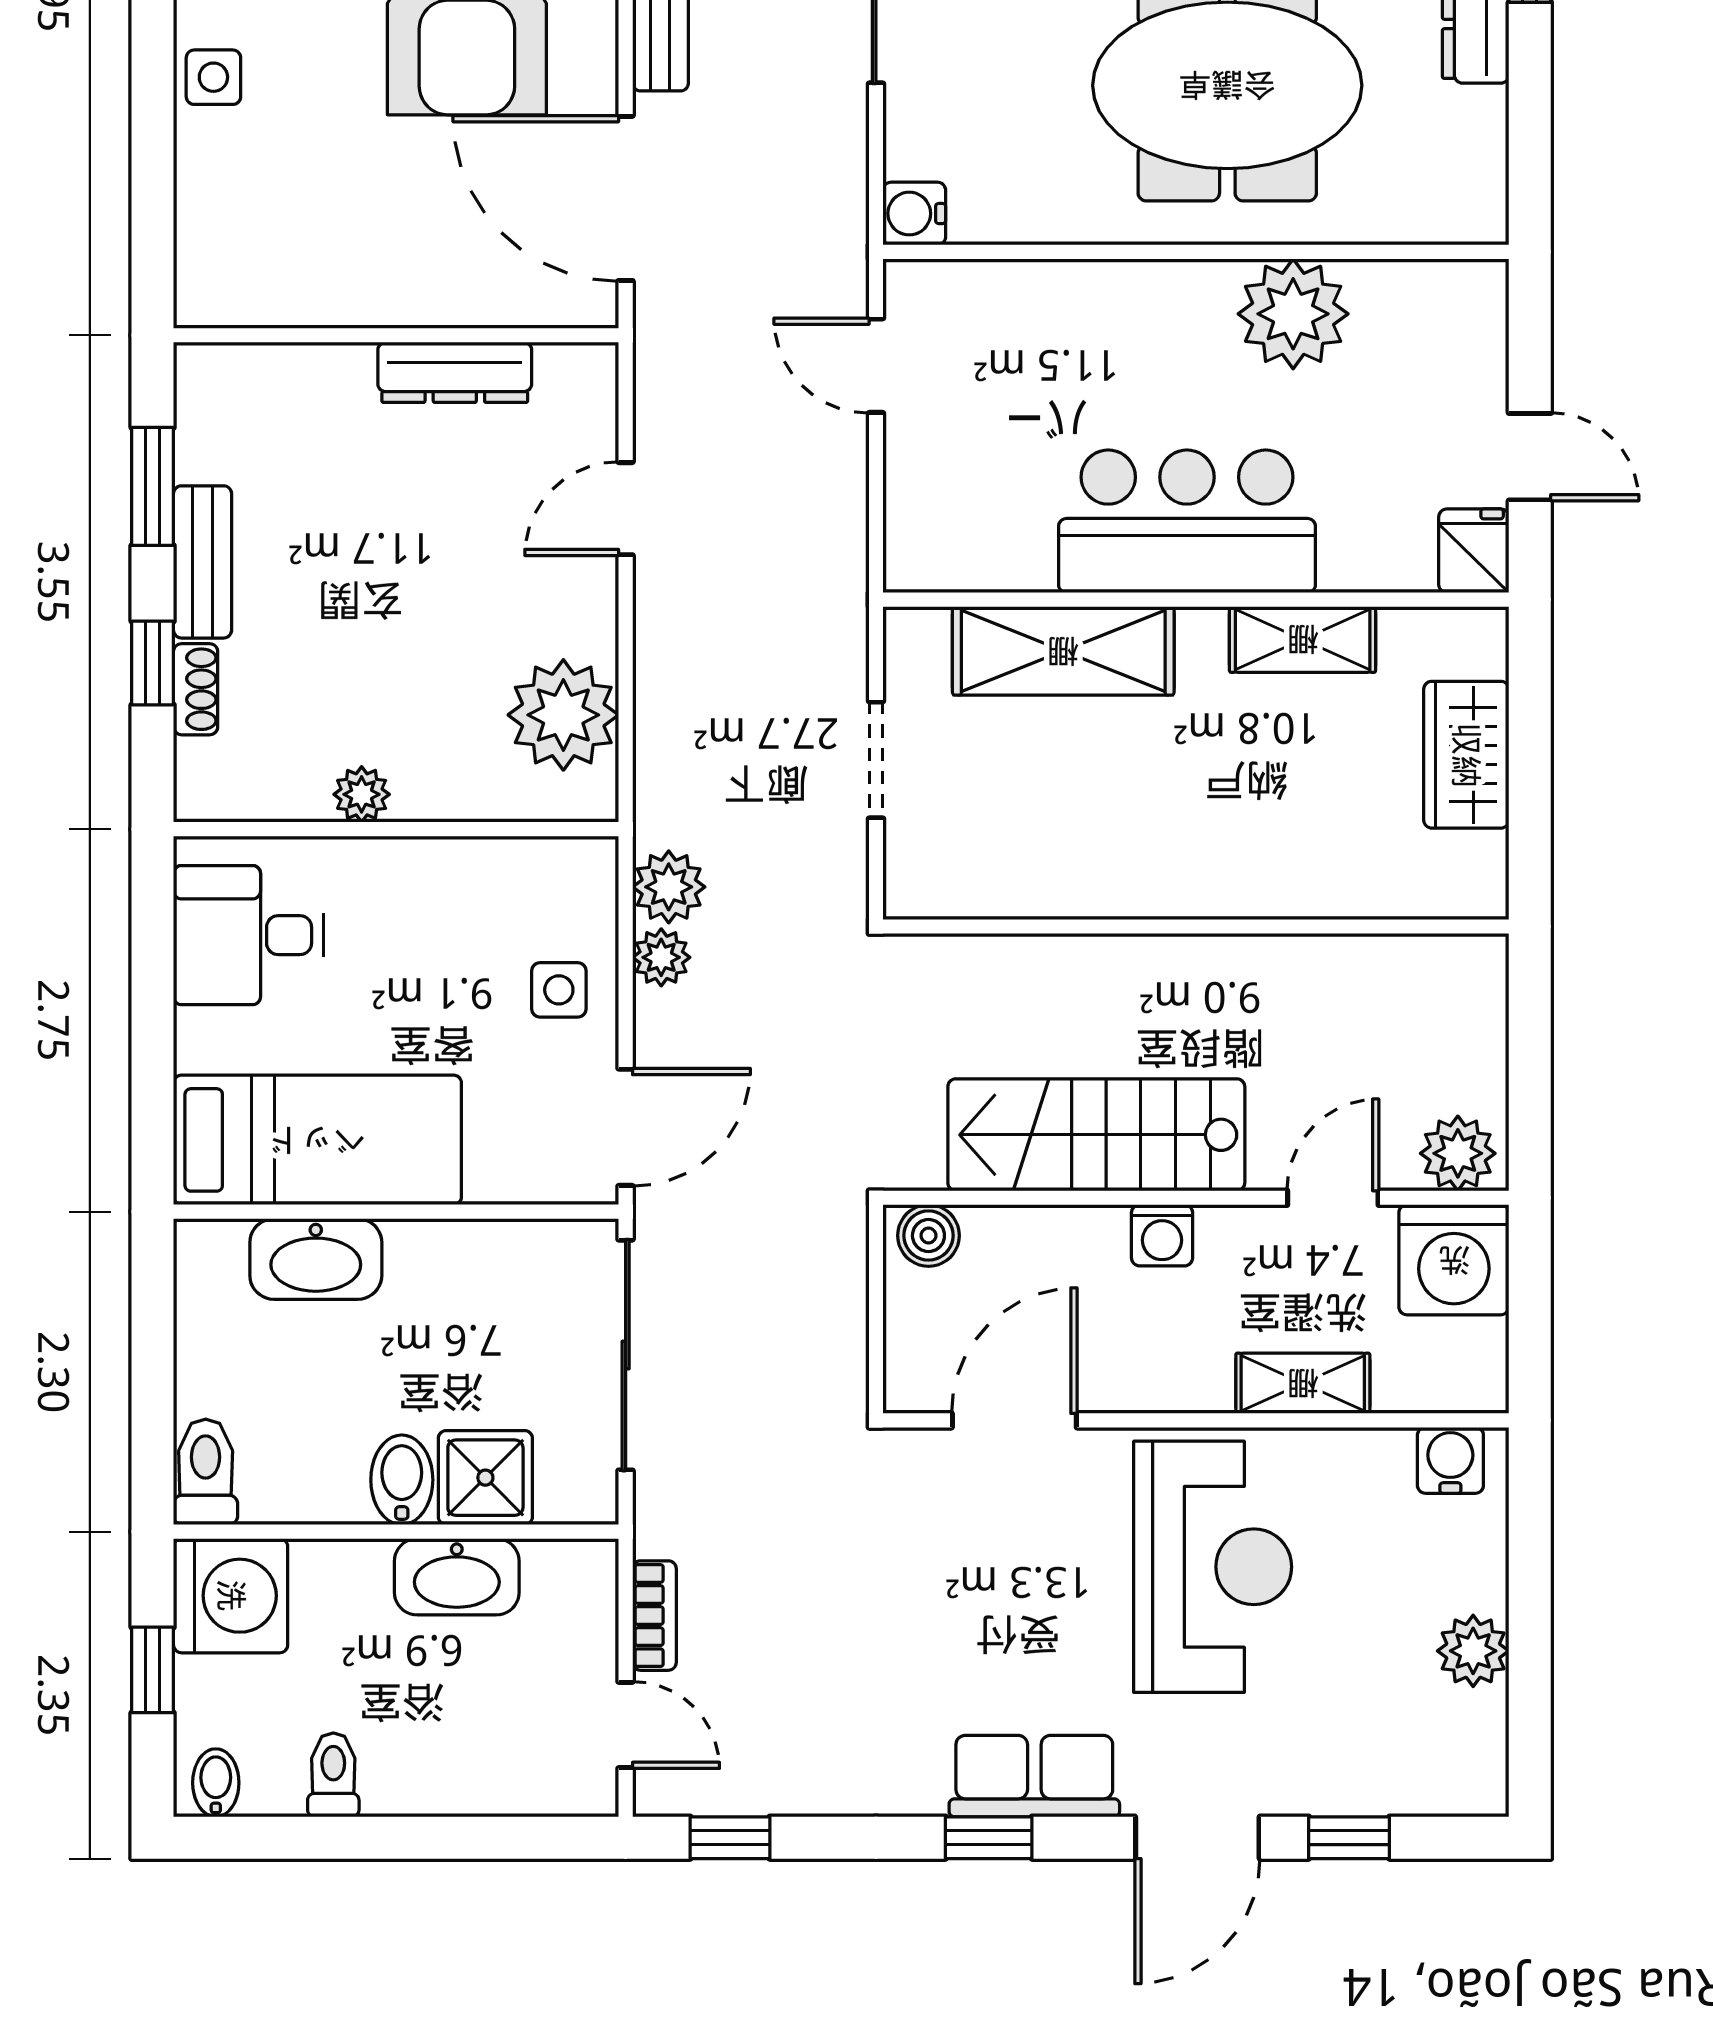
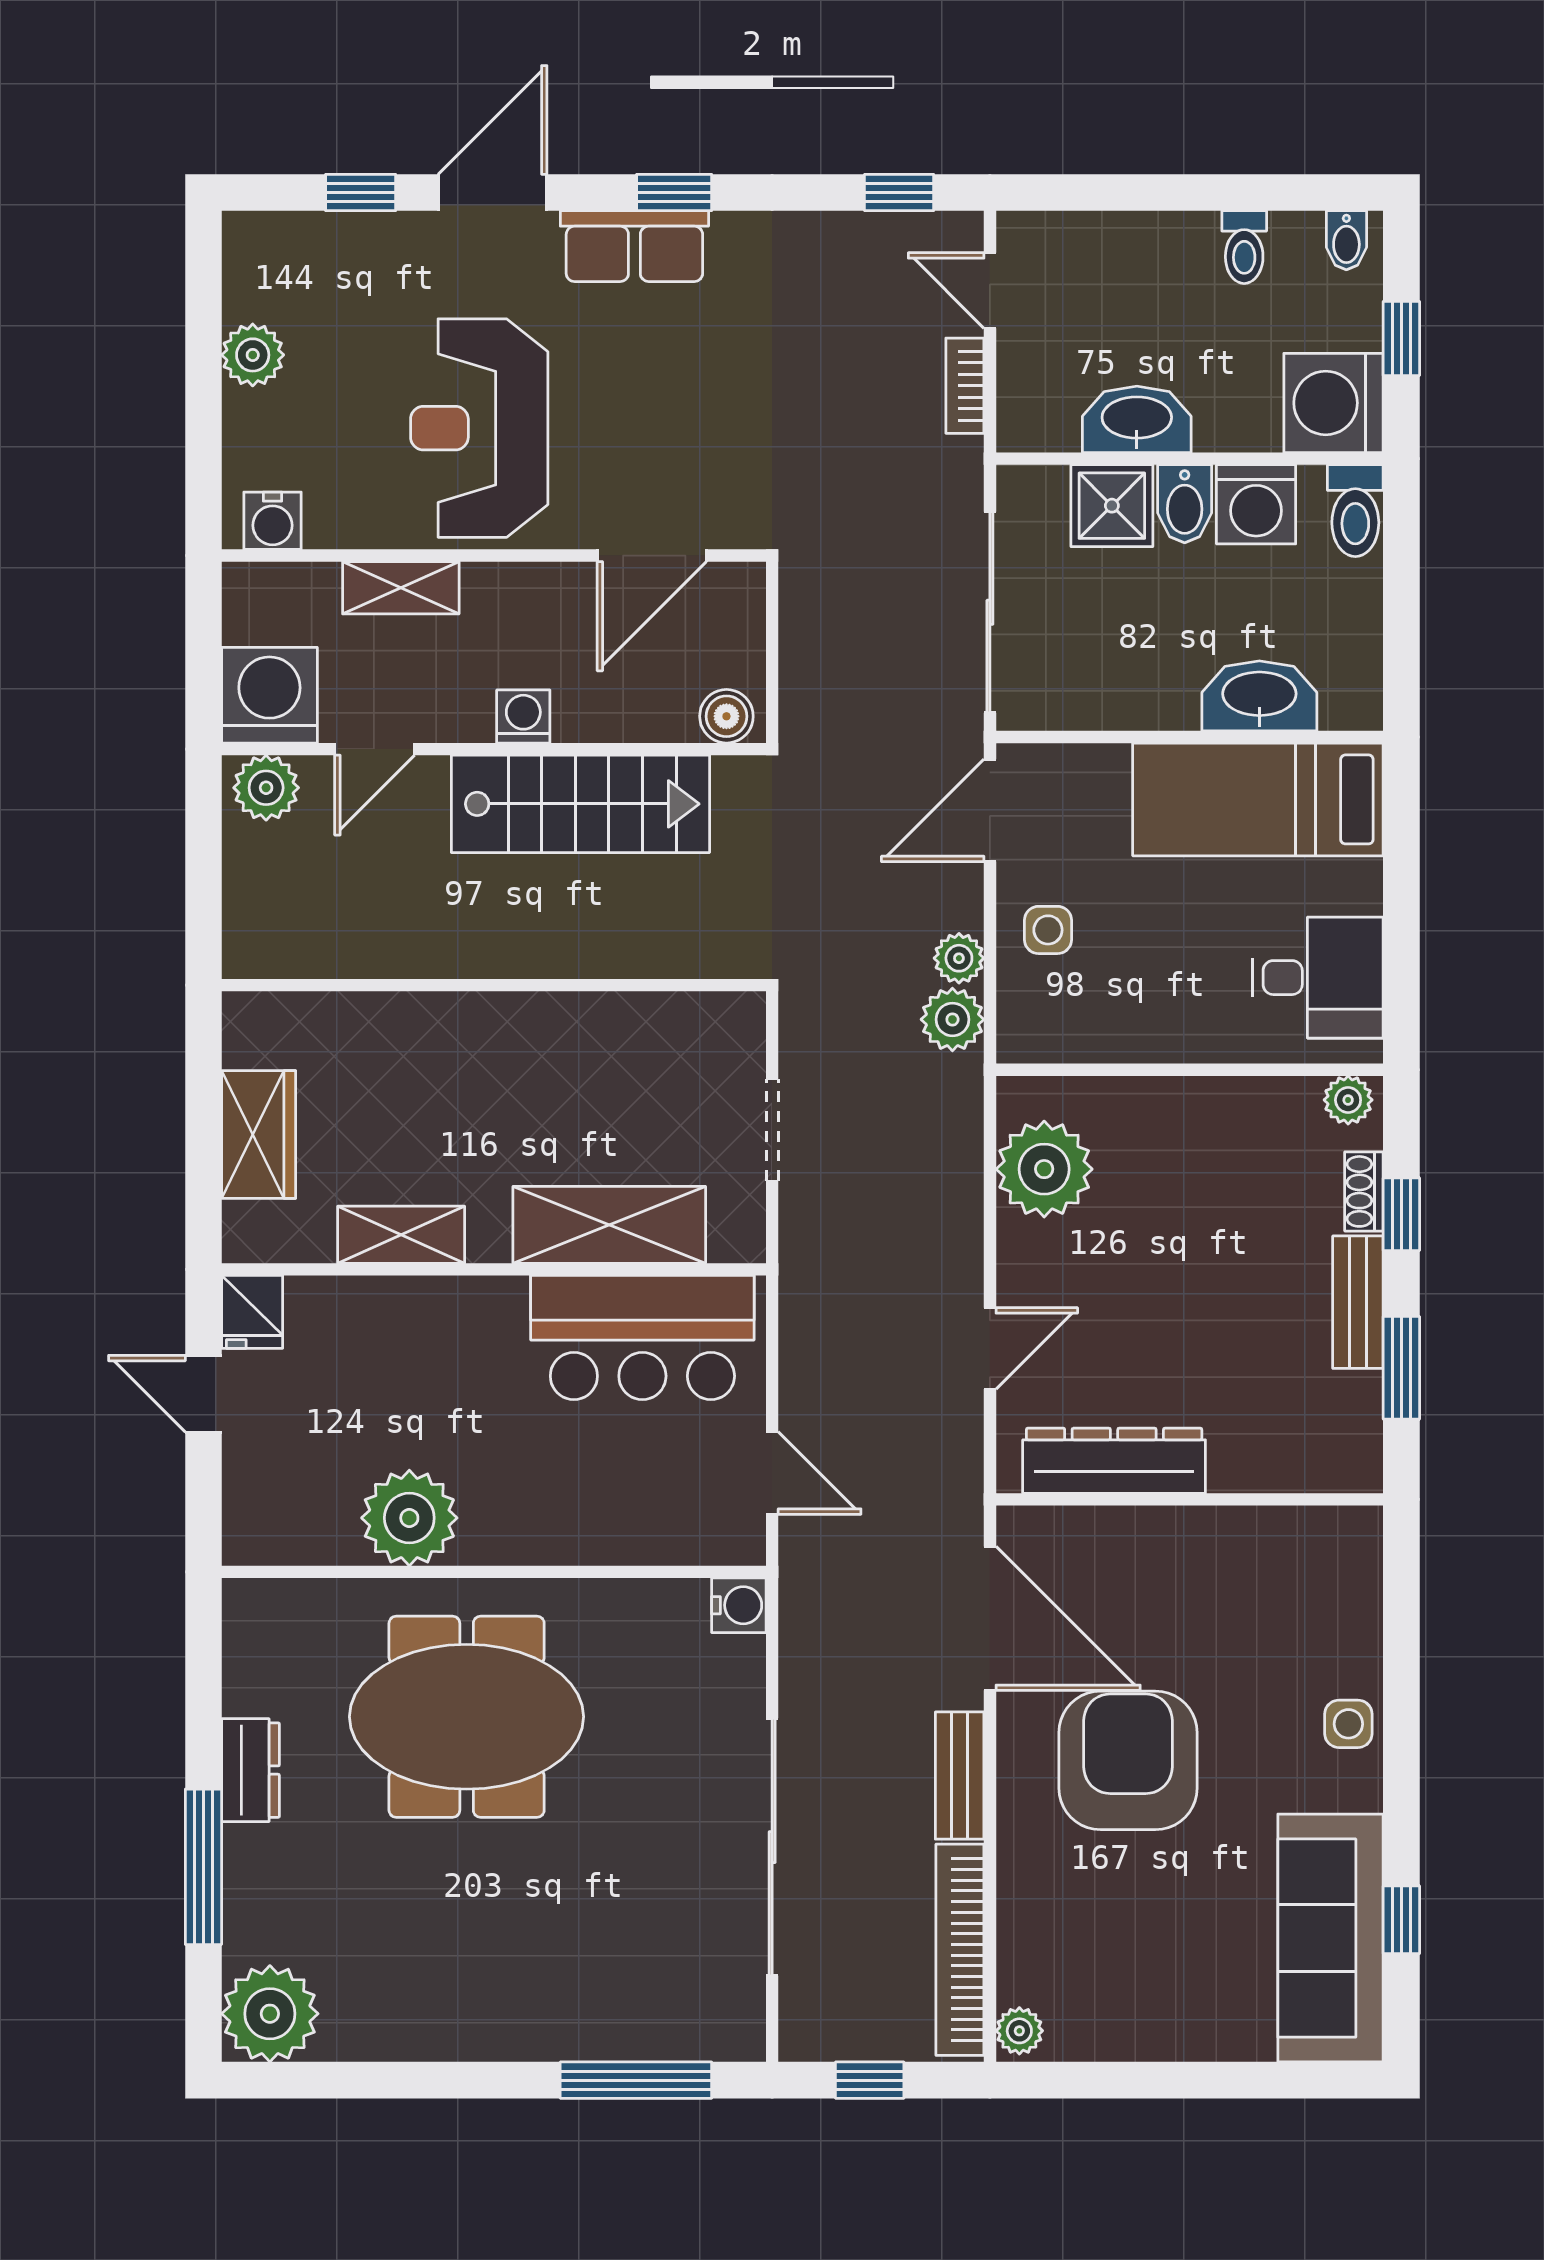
dresser: (455, 372) -> (1114, 1461), width x1.37, depth x1.24
bar counter: (1187, 521) -> (642, 1338), moved
plant: (362, 794) -> (1348, 1100), moved
washing machine: (320, 1479) -> (1256, 504), added

